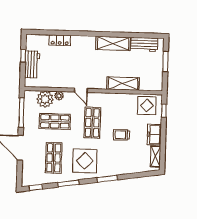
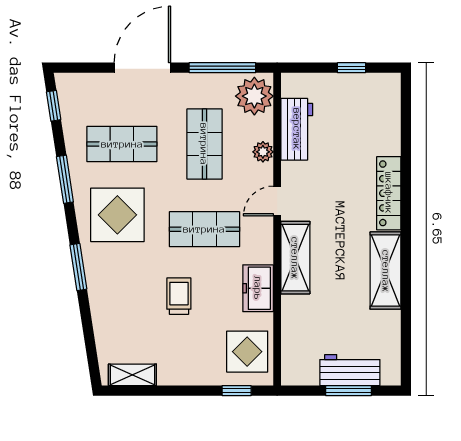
locker: (60, 40) -> (389, 193), moved, width x1.53
workbench: (144, 44) -> (350, 370), moved, turned 90
workbench: (32, 64) -> (297, 129), moved, turned -90
shelving: (123, 84) -> (295, 258), moved
plant: (45, 99) -> (254, 96), moved
freezer: (154, 135) -> (258, 288), moved, turned -90

